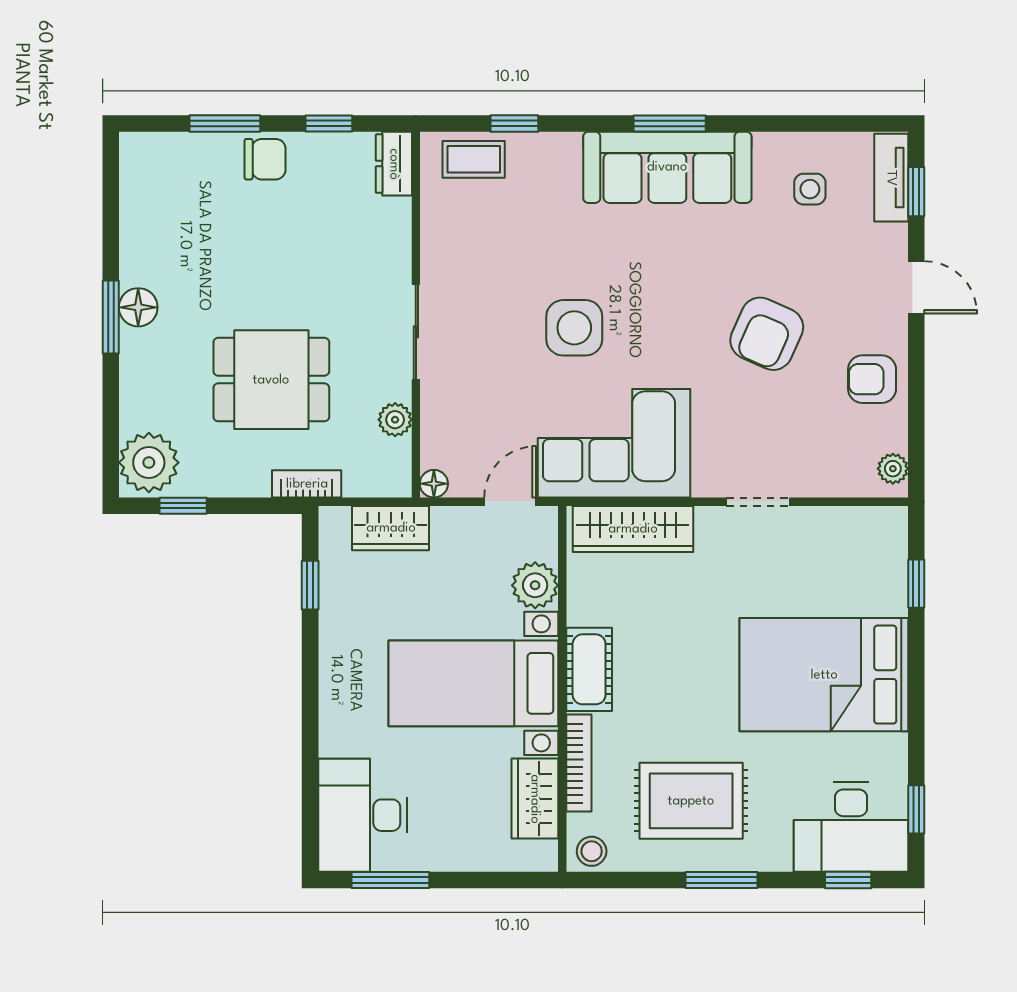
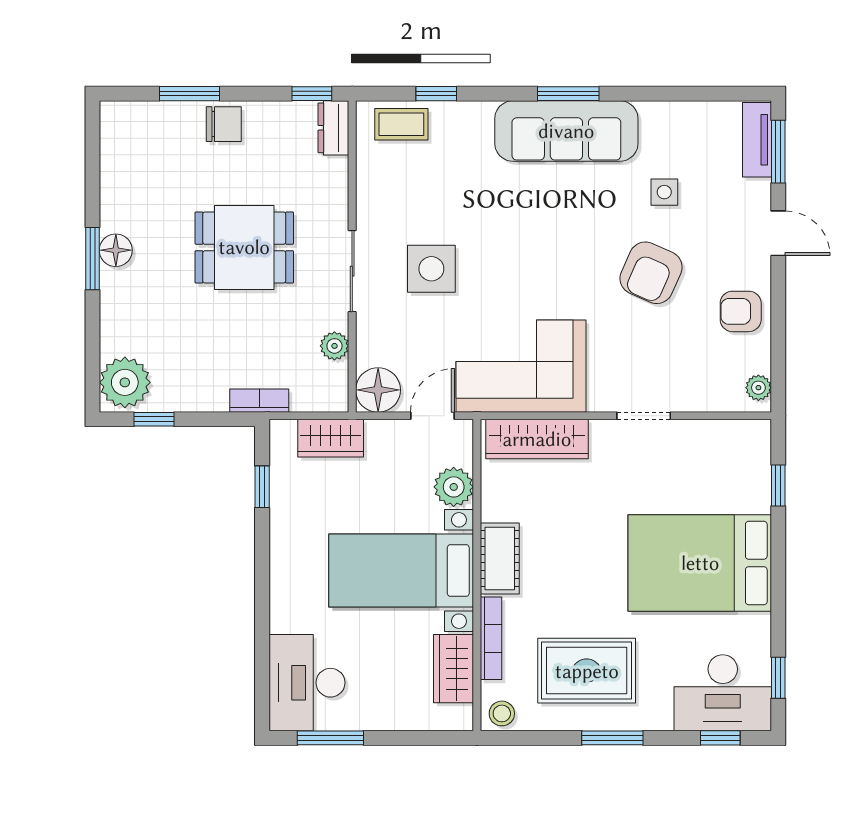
window: (329, 123) -> (312, 94), moved
side table: (810, 189) -> (664, 192), moved
window: (916, 192) -> (778, 152), width x1.50
side table: (574, 328) -> (431, 269), moved
dining table: (271, 380) -> (244, 247), moved
floor lamp: (434, 484) -> (378, 390), width x1.89, depth x1.89

